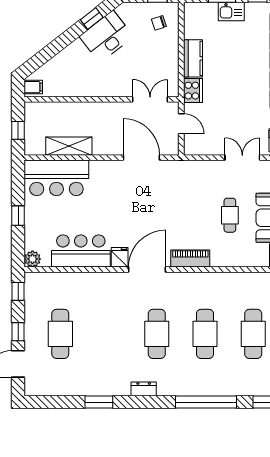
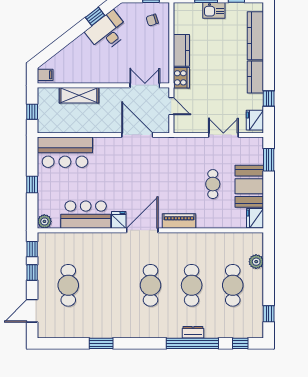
shelving: (69, 146) -> (79, 95), moved
window: (18, 332) -> (32, 272), moved
dresser: (144, 389) -> (193, 332), moved

